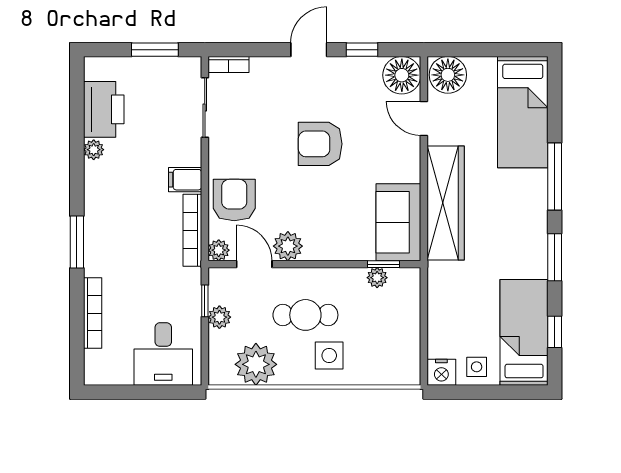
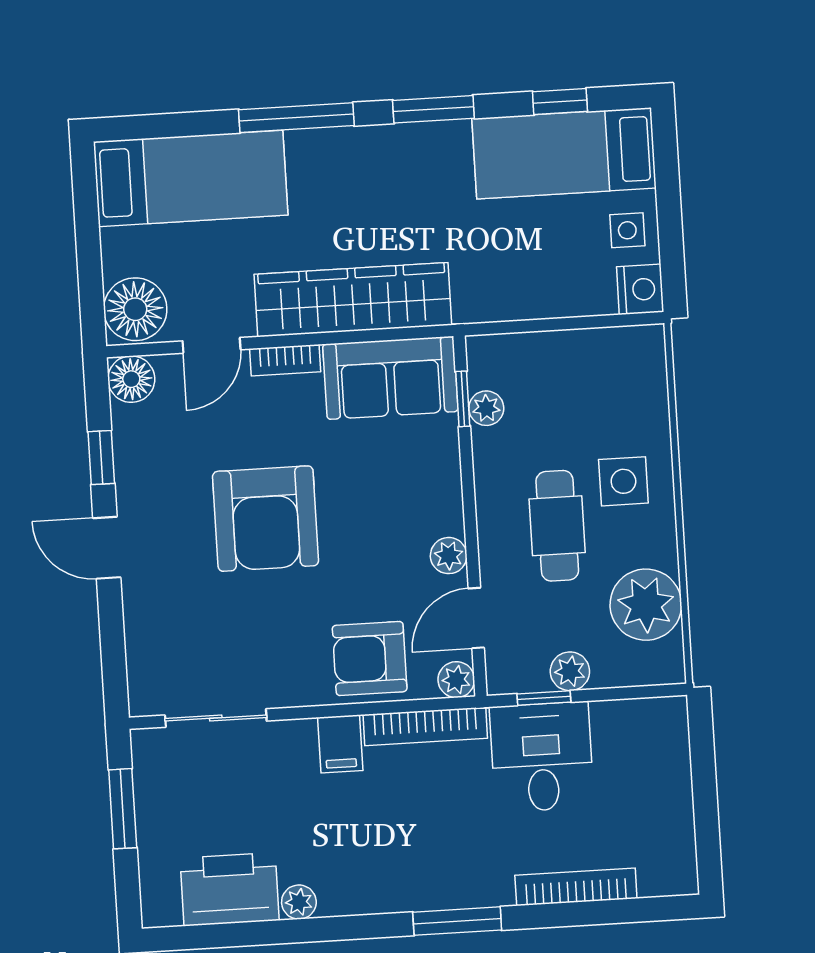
bookcase: (228, 64) -> (285, 360), moved, turned 90
floor lamp: (402, 75) -> (131, 379), width x0.73, depth x0.73
armchair: (320, 144) -> (266, 519), width x1.36, depth x1.36
plant: (288, 246) -> (449, 556), width x0.73, depth x0.73
desk: (163, 354) -> (542, 757), moved, turned -90

